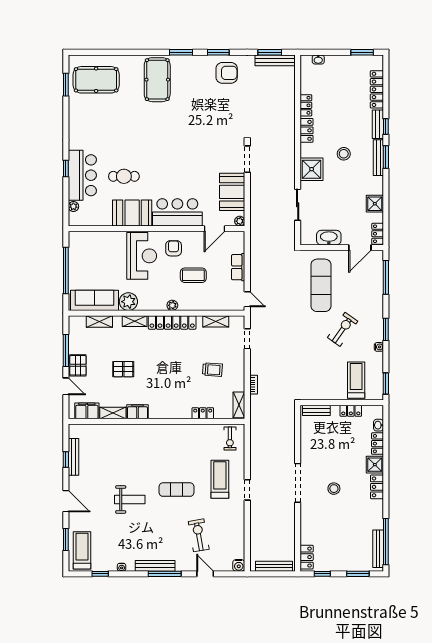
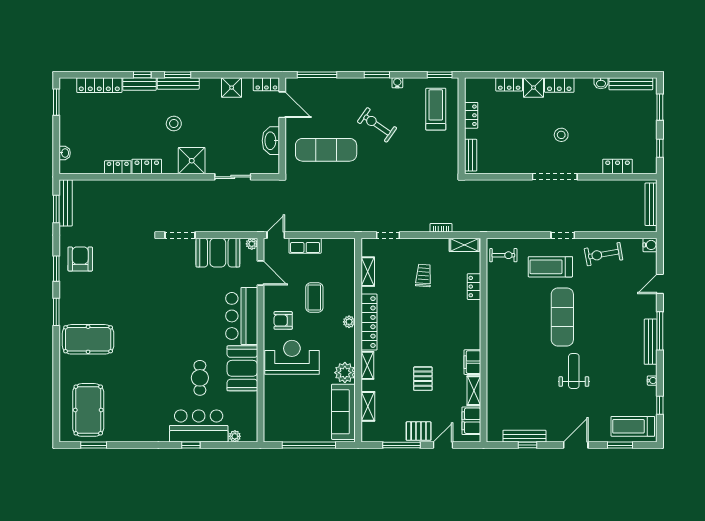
door: (247, 299) -> (276, 235), moved
treadmill: (356, 380) -> (436, 109), turned 90
washbasin: (379, 425) -> (601, 83), moved
exercise mat: (177, 490) -> (562, 317), width x1.36, depth x1.45
exercise bike: (199, 535) -> (604, 254), moved
window: (386, 542) -> (623, 75), removed
locker: (307, 557) -> (618, 166), moved

